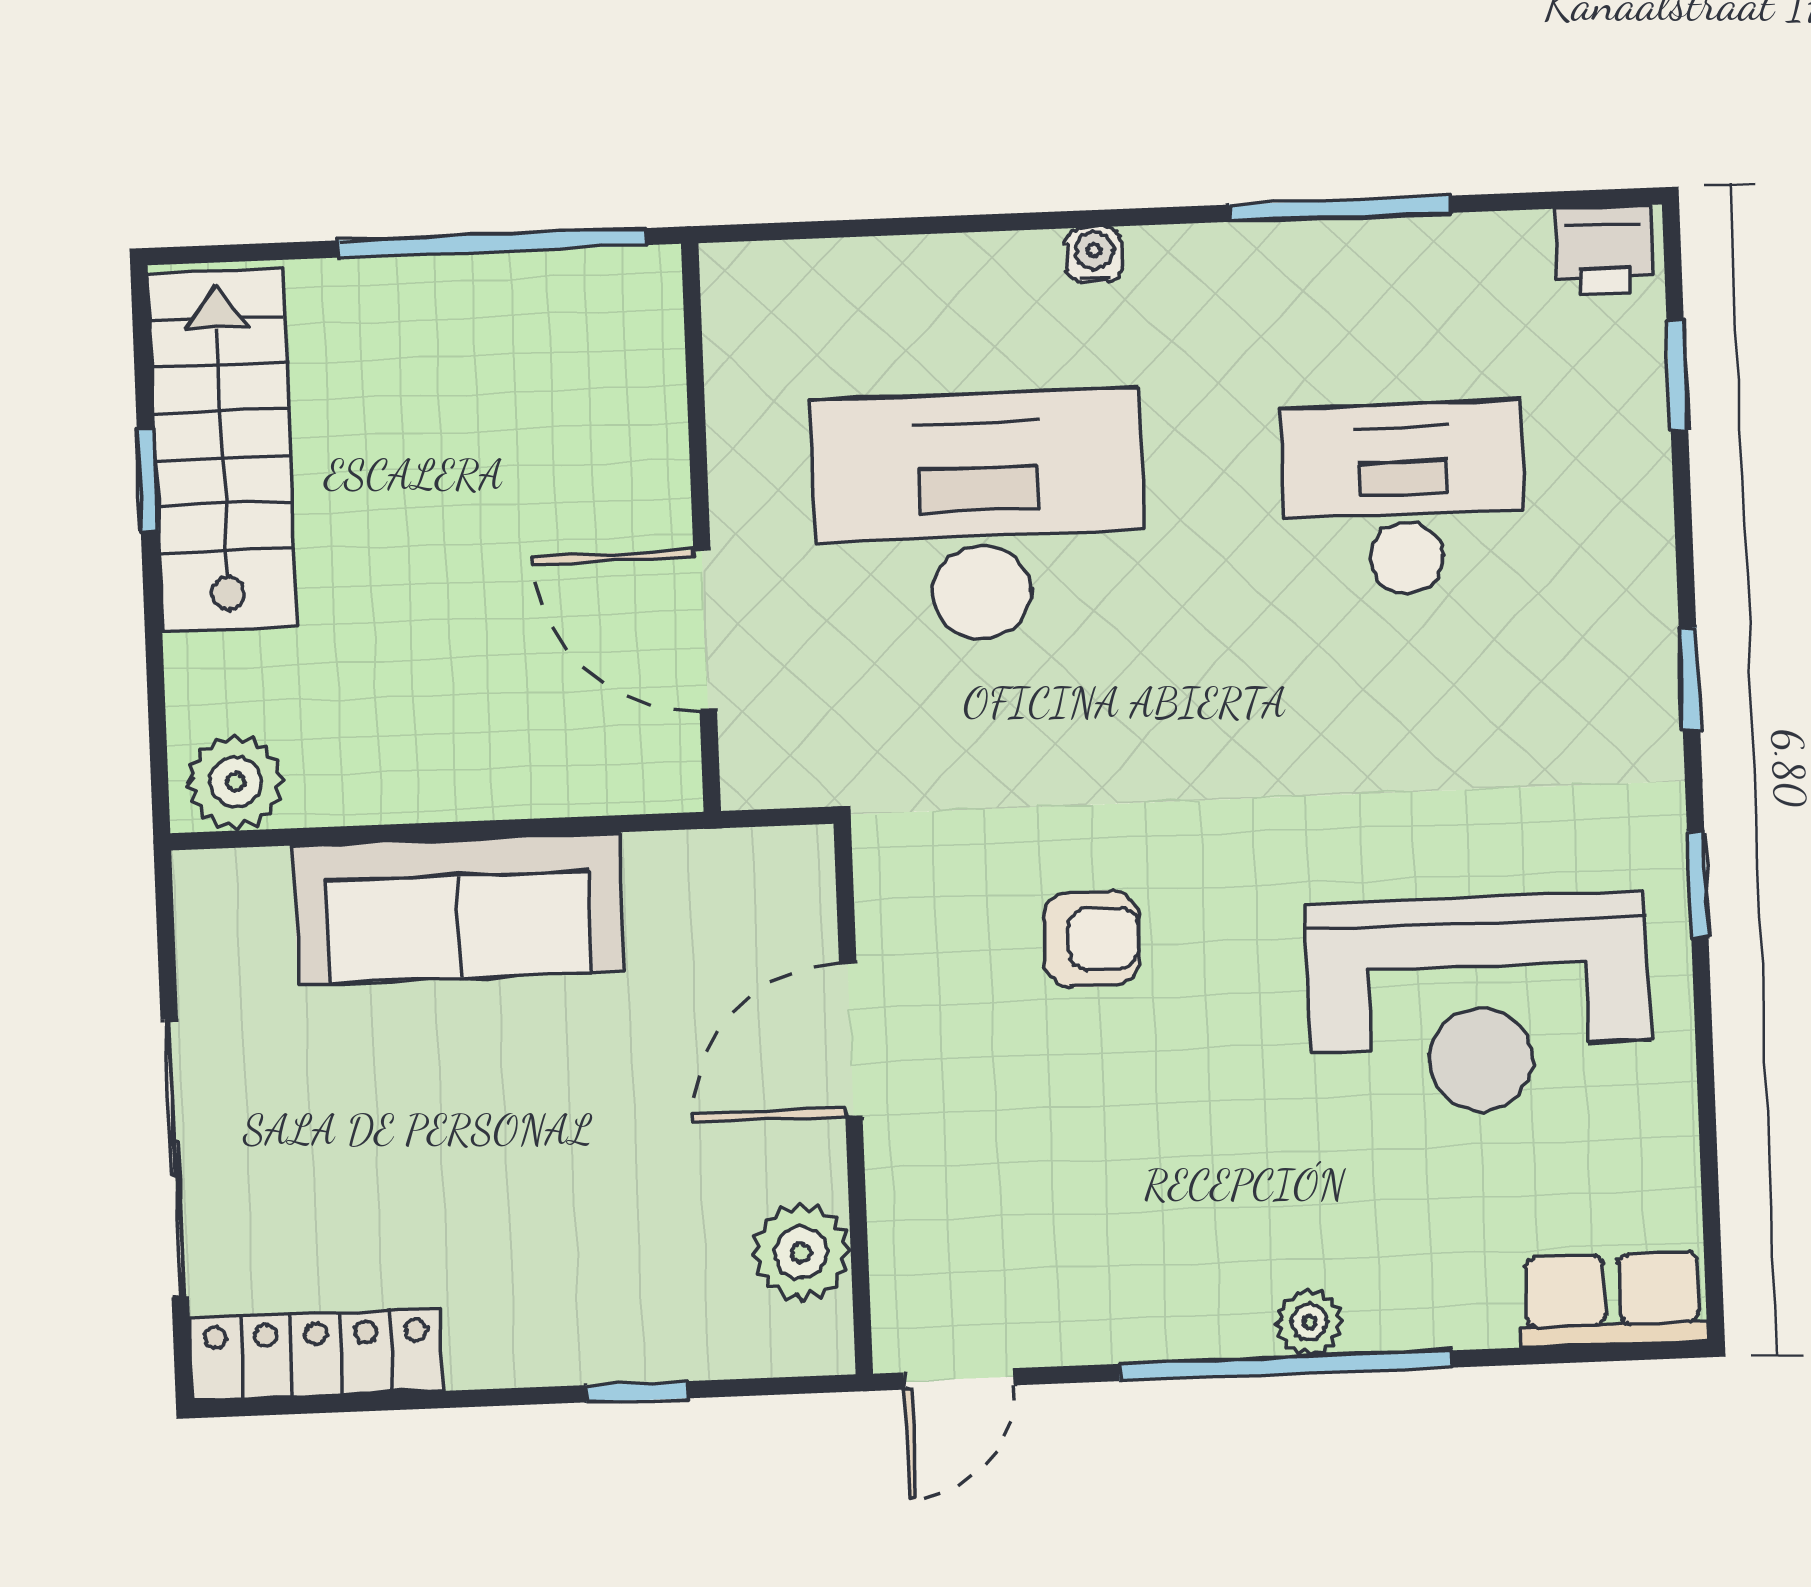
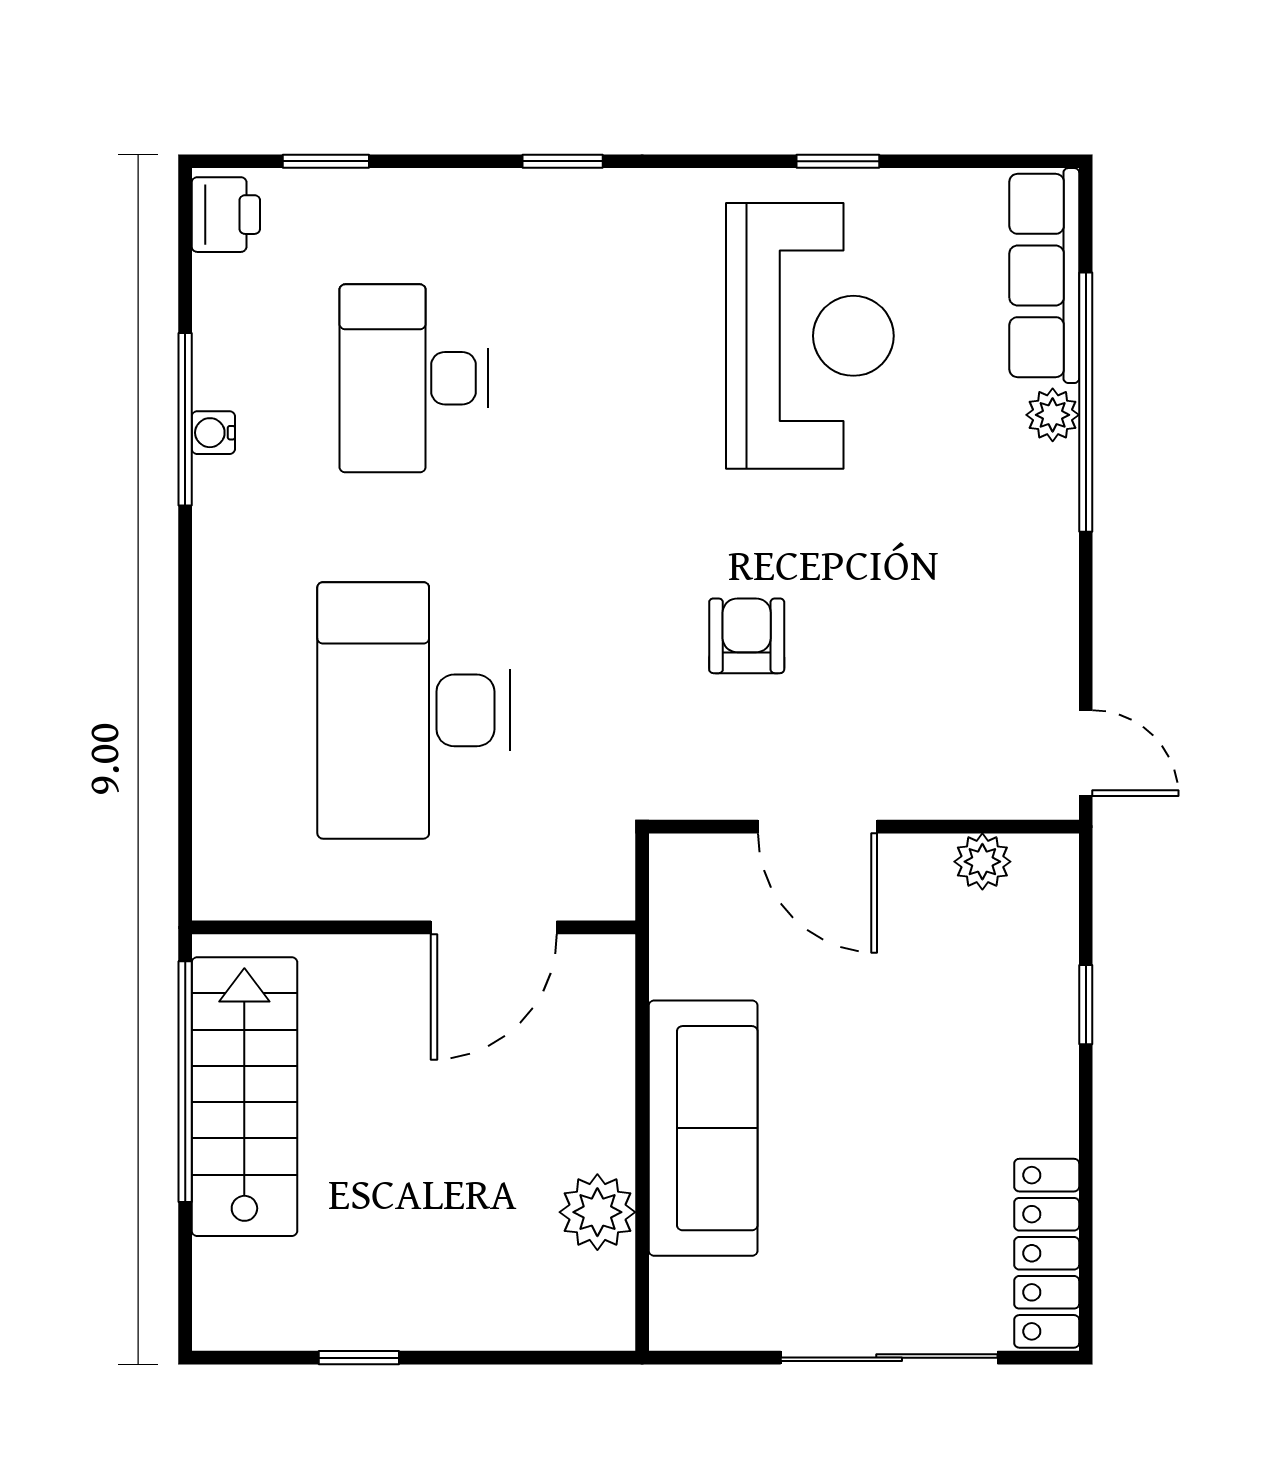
water cooler: (1094, 255) -> (213, 433), moved
stairs: (222, 450) -> (244, 1097), moved, turned 90
plant: (236, 782) -> (597, 1212), moved
window: (1698, 884) -> (838, 161), moved
plant: (801, 1253) -> (982, 862), width x0.73, depth x0.73
row of seats: (1613, 1299) -> (1044, 276), width x1.48
plant: (1309, 1322) -> (1053, 415), moved
window: (1285, 1366) -> (1086, 402), moved

